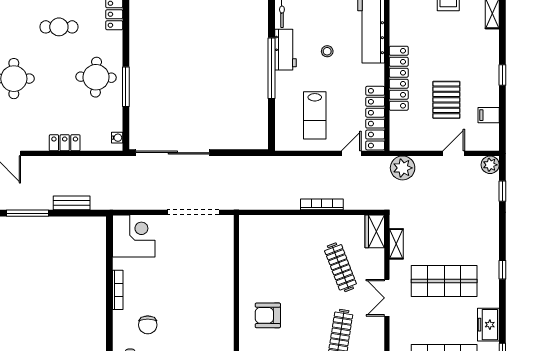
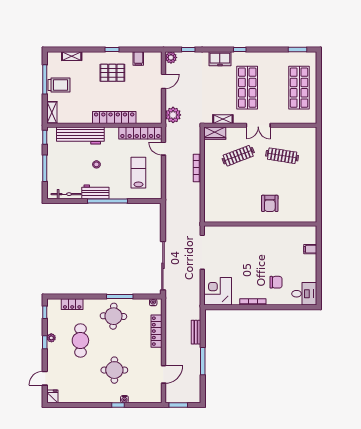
cafe table: (59, 27) -> (80, 340), width x1.37, depth x1.35
pallet: (446, 100) -> (112, 73), moved
lab bench: (315, 115) -> (138, 173), turned -90
locker: (65, 143) -> (156, 331), width x1.53
door: (454, 153) -> (163, 81), swing flipped
freezer: (488, 325) -> (220, 59), moved

